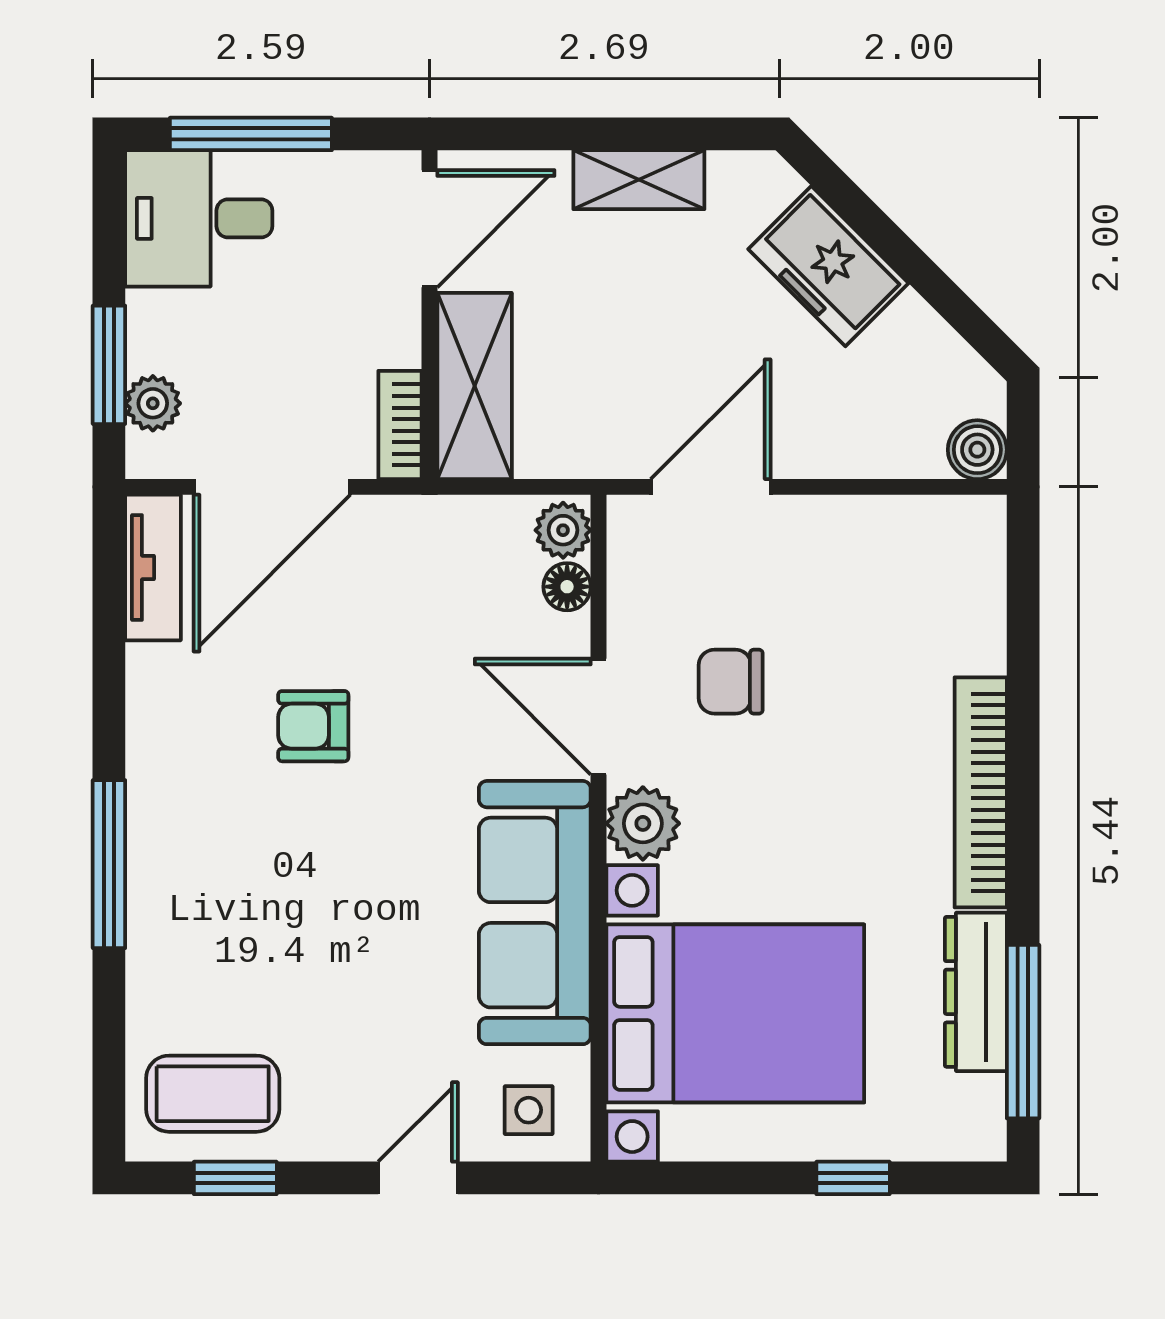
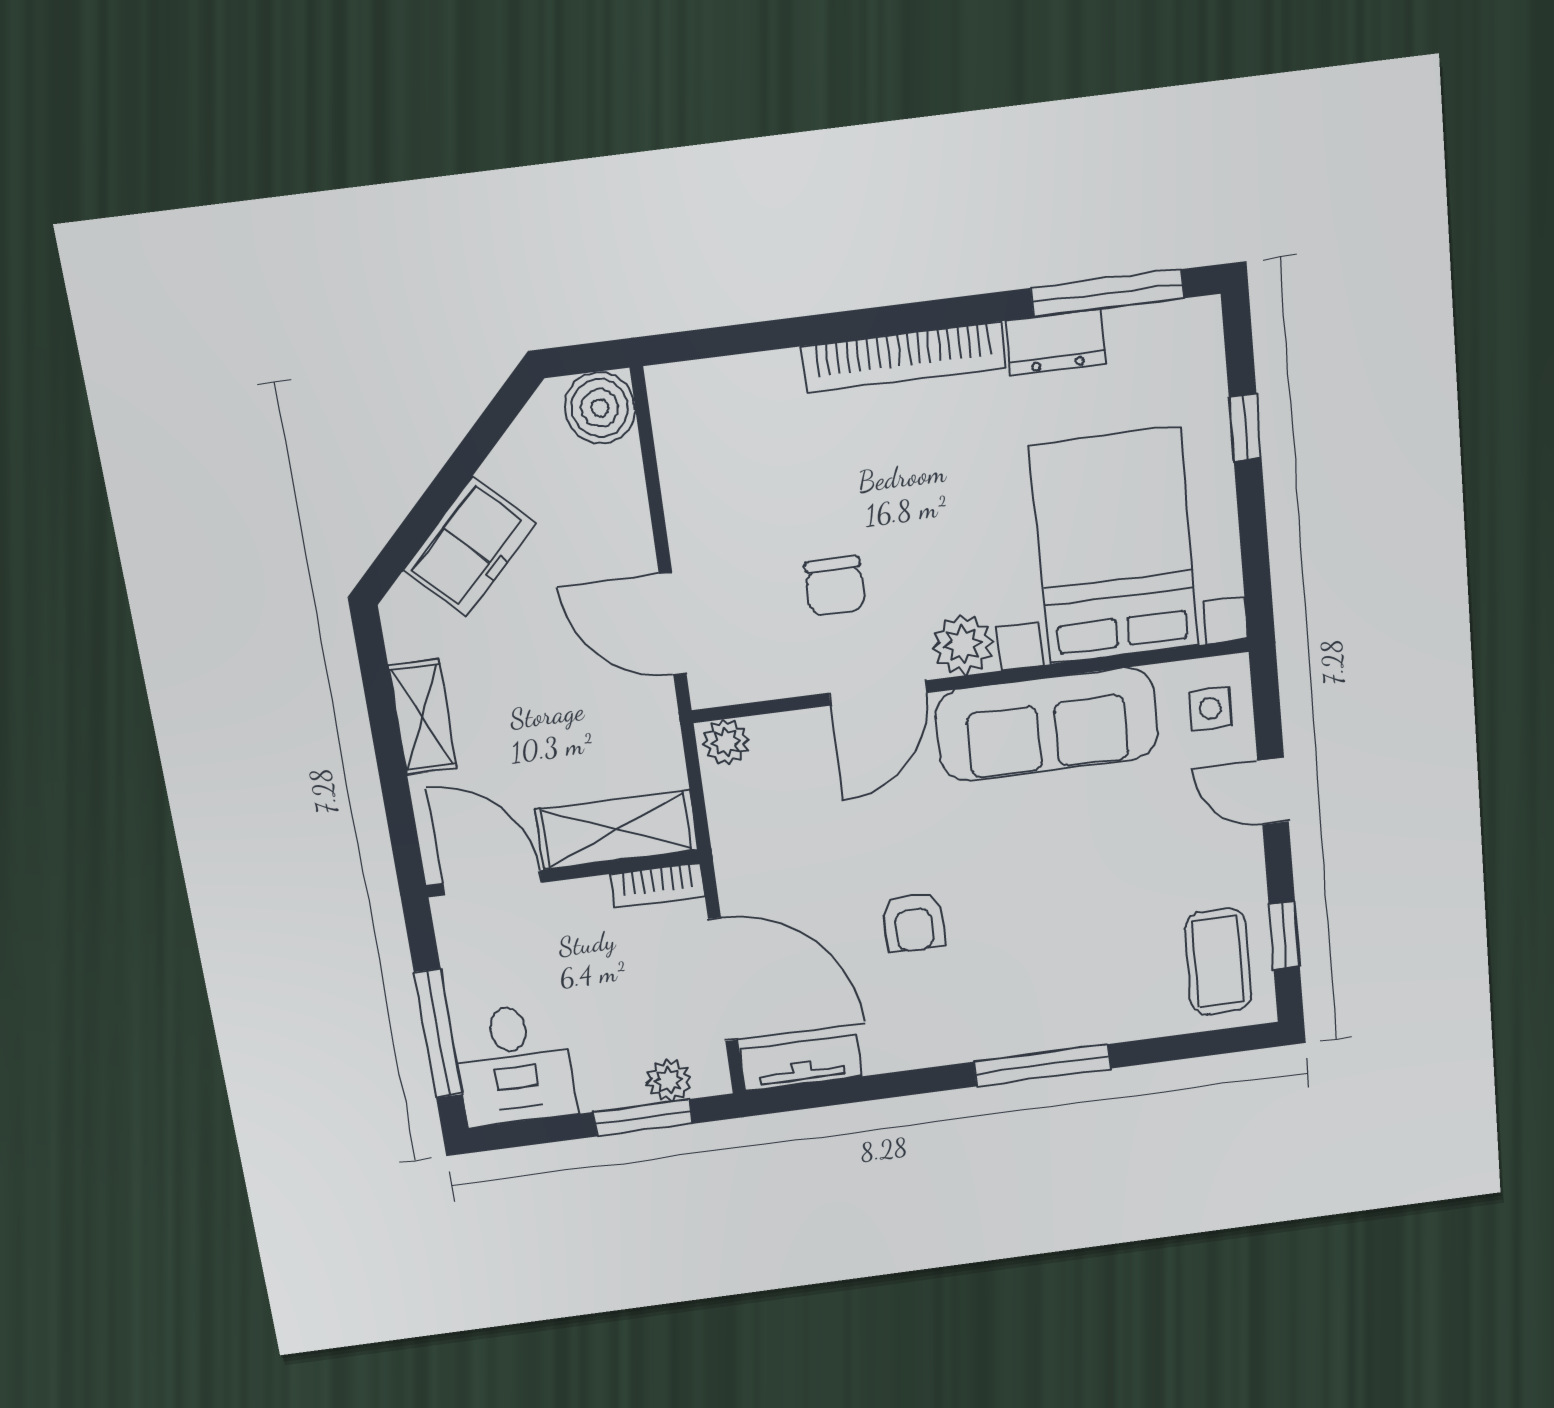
boiler: (977, 450) -> (600, 408), width x1.36, depth x1.36
floor lamp: (567, 587) -> (773, 733), removed
dresser: (976, 992) -> (1056, 342), width x0.70

